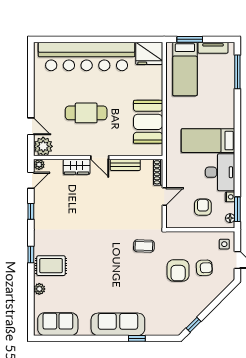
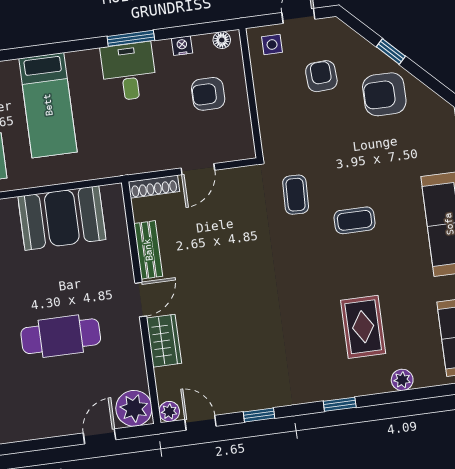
cafe table: (86, 113) -> (61, 336), turned 90
bed: (208, 141) -> (48, 105), moved
desk: (220, 172) -> (129, 72), width x0.73
door: (164, 197) -> (198, 169), swing flipped
window: (237, 209) -> (131, 38), moved
rug: (51, 266) -> (363, 327), moved
armchair: (178, 270) -> (384, 94), moved, turned 180
coffee table: (126, 275) -> (355, 220), added
window: (194, 325) -> (391, 52), moved

